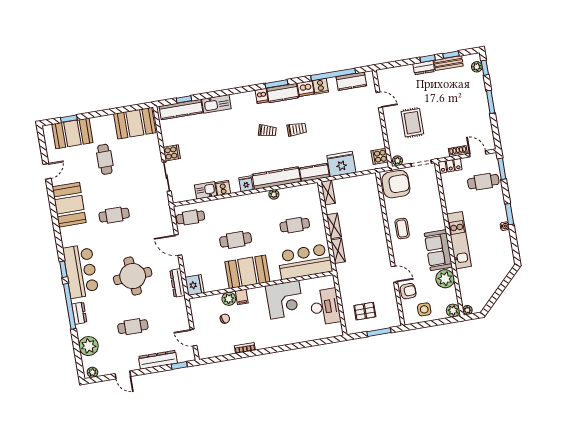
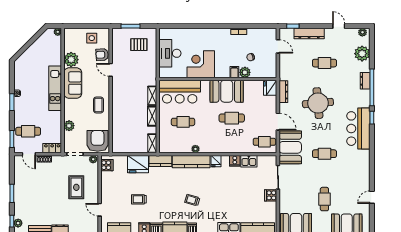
trolley: (297, 129) -> (139, 199), moved
armchair: (396, 184) -> (98, 141), turned 90
booth: (69, 205) -> (290, 147), moved
bar counter: (81, 271) -> (358, 129), moved
plant: (453, 311) -> (69, 126), moved

